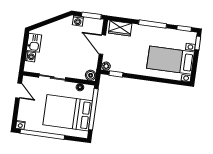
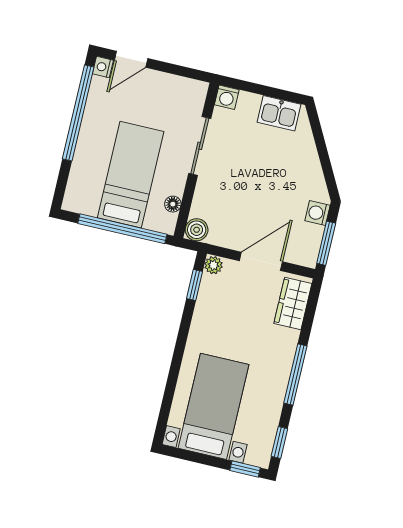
washing machine: (30, 57) -> (227, 97), moved
door: (19, 91) -> (131, 59), moved
bed: (68, 113) -> (131, 175), width x0.67

